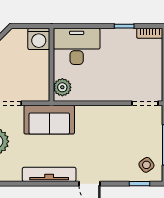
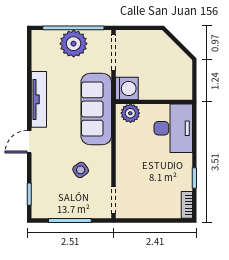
washing machine: (39, 39) -> (127, 89), moved, turned 180
sofa: (49, 120) -> (96, 109), width x1.36
side table: (146, 165) -> (81, 170), moved

